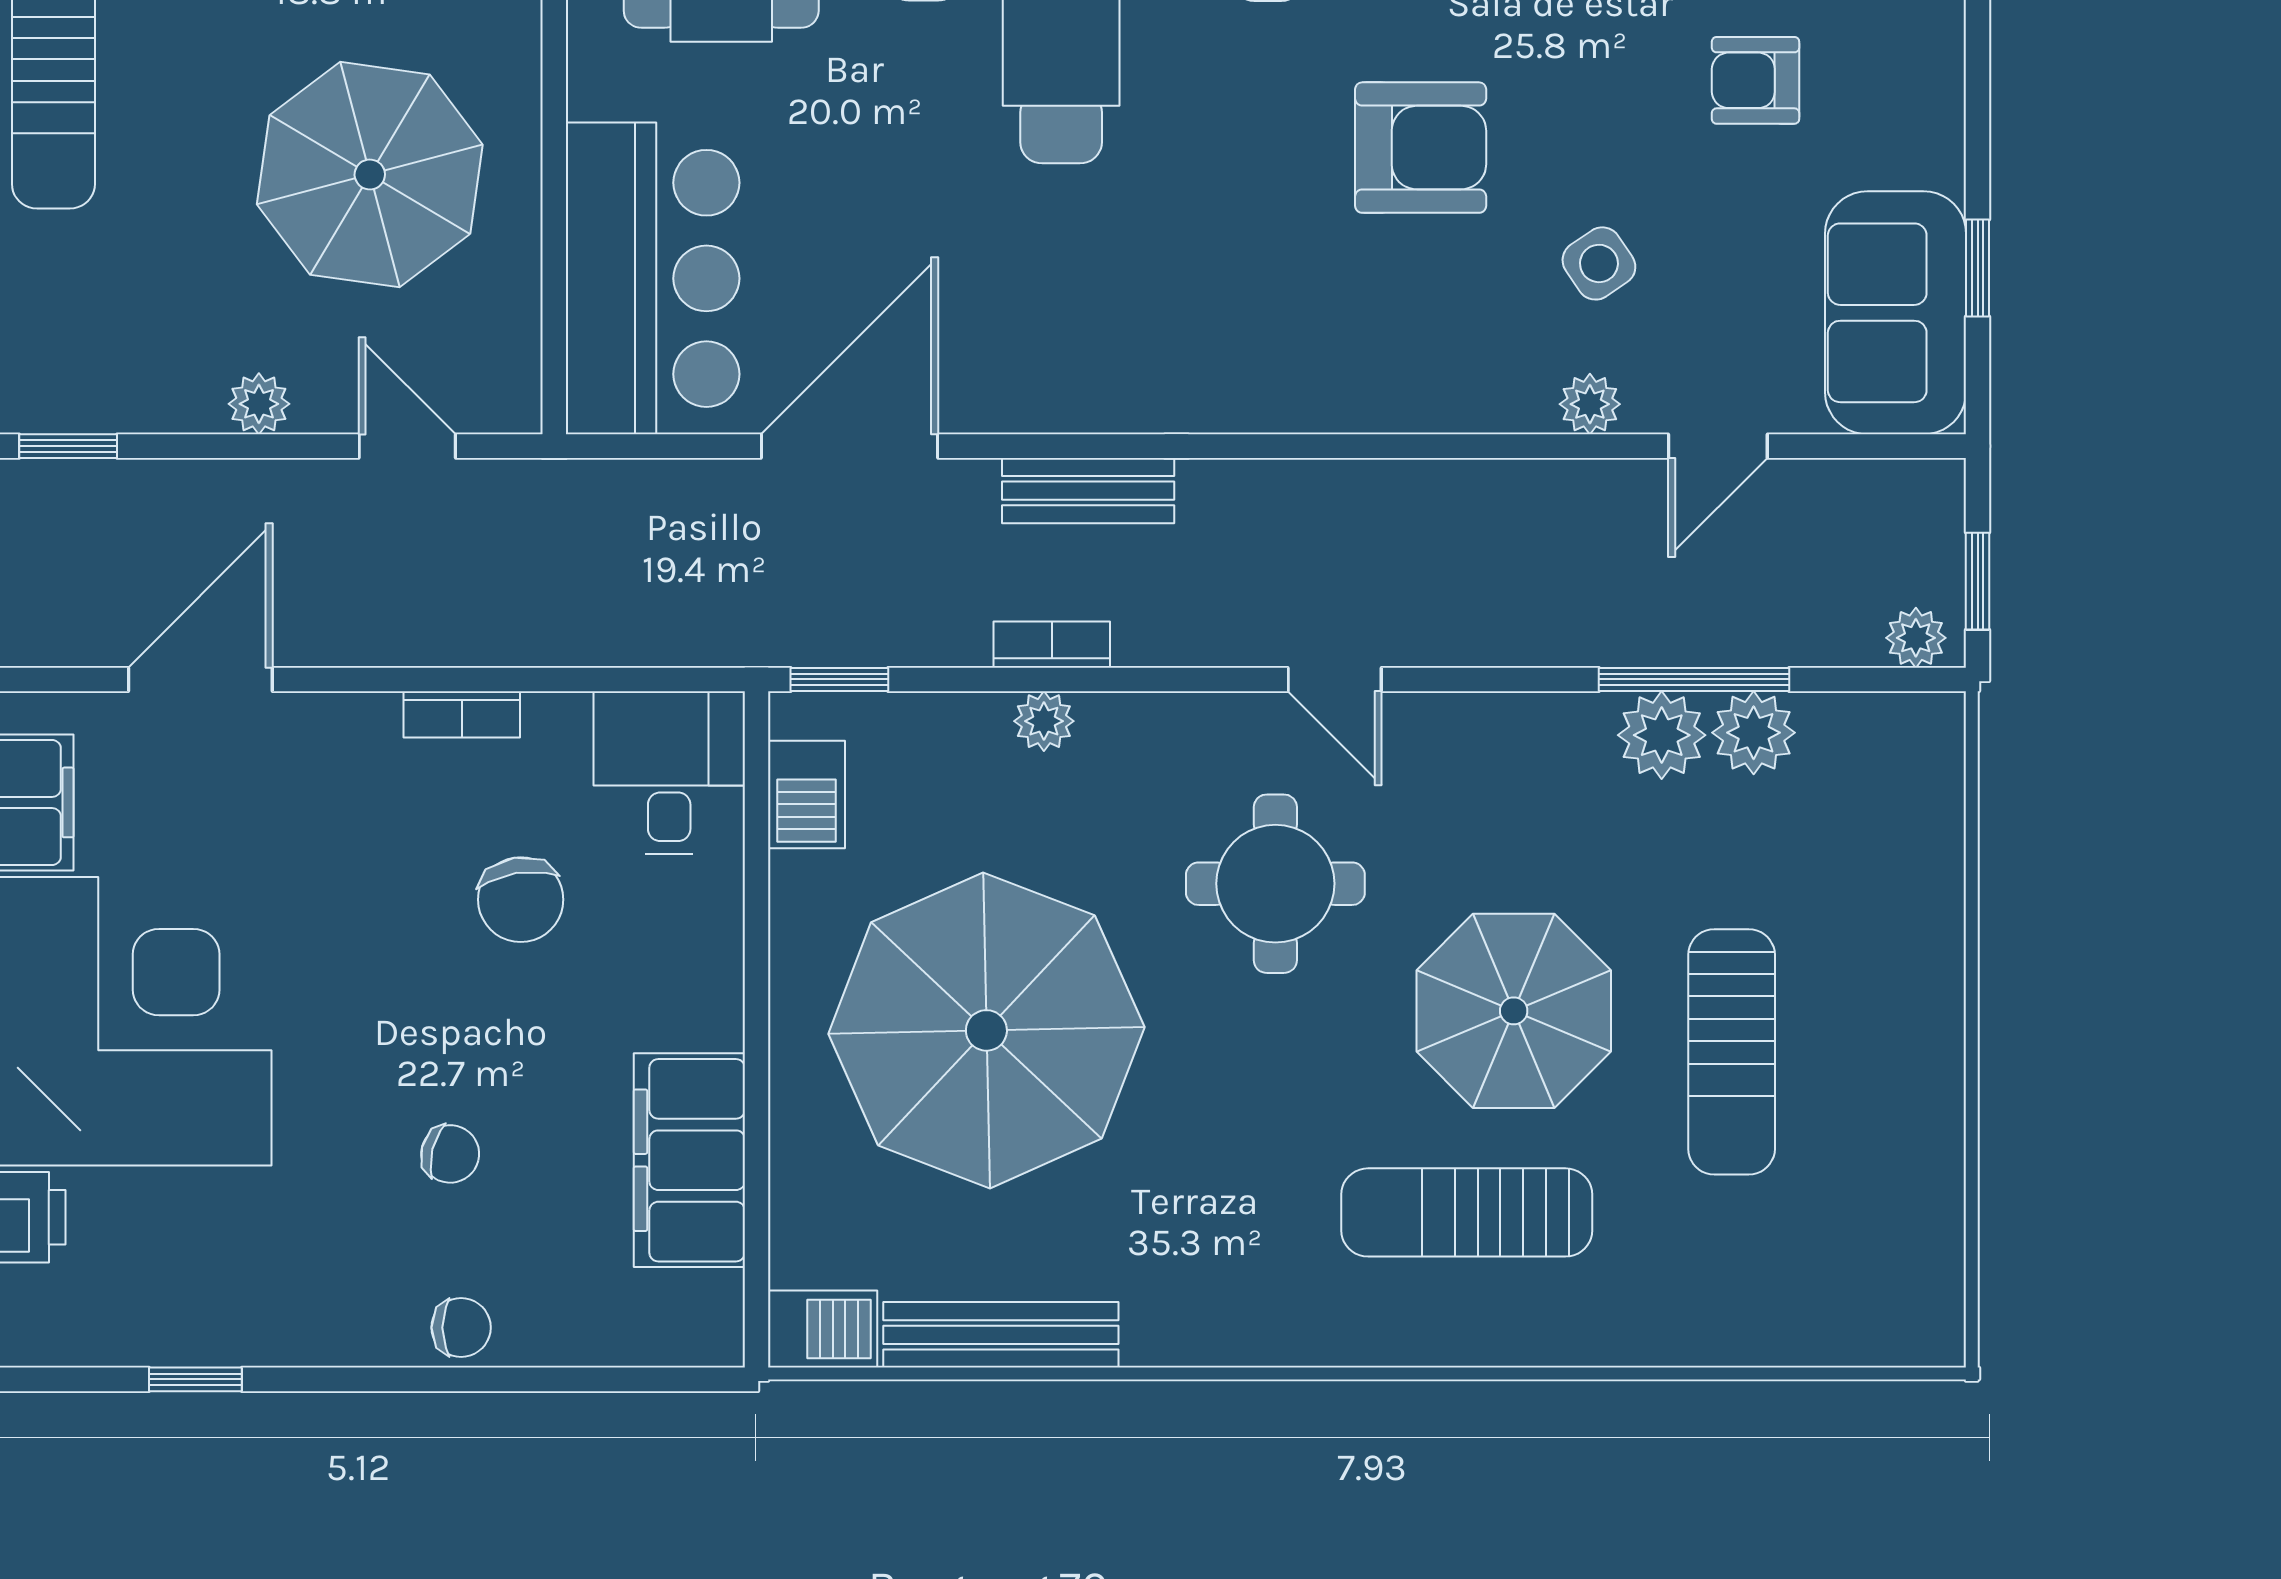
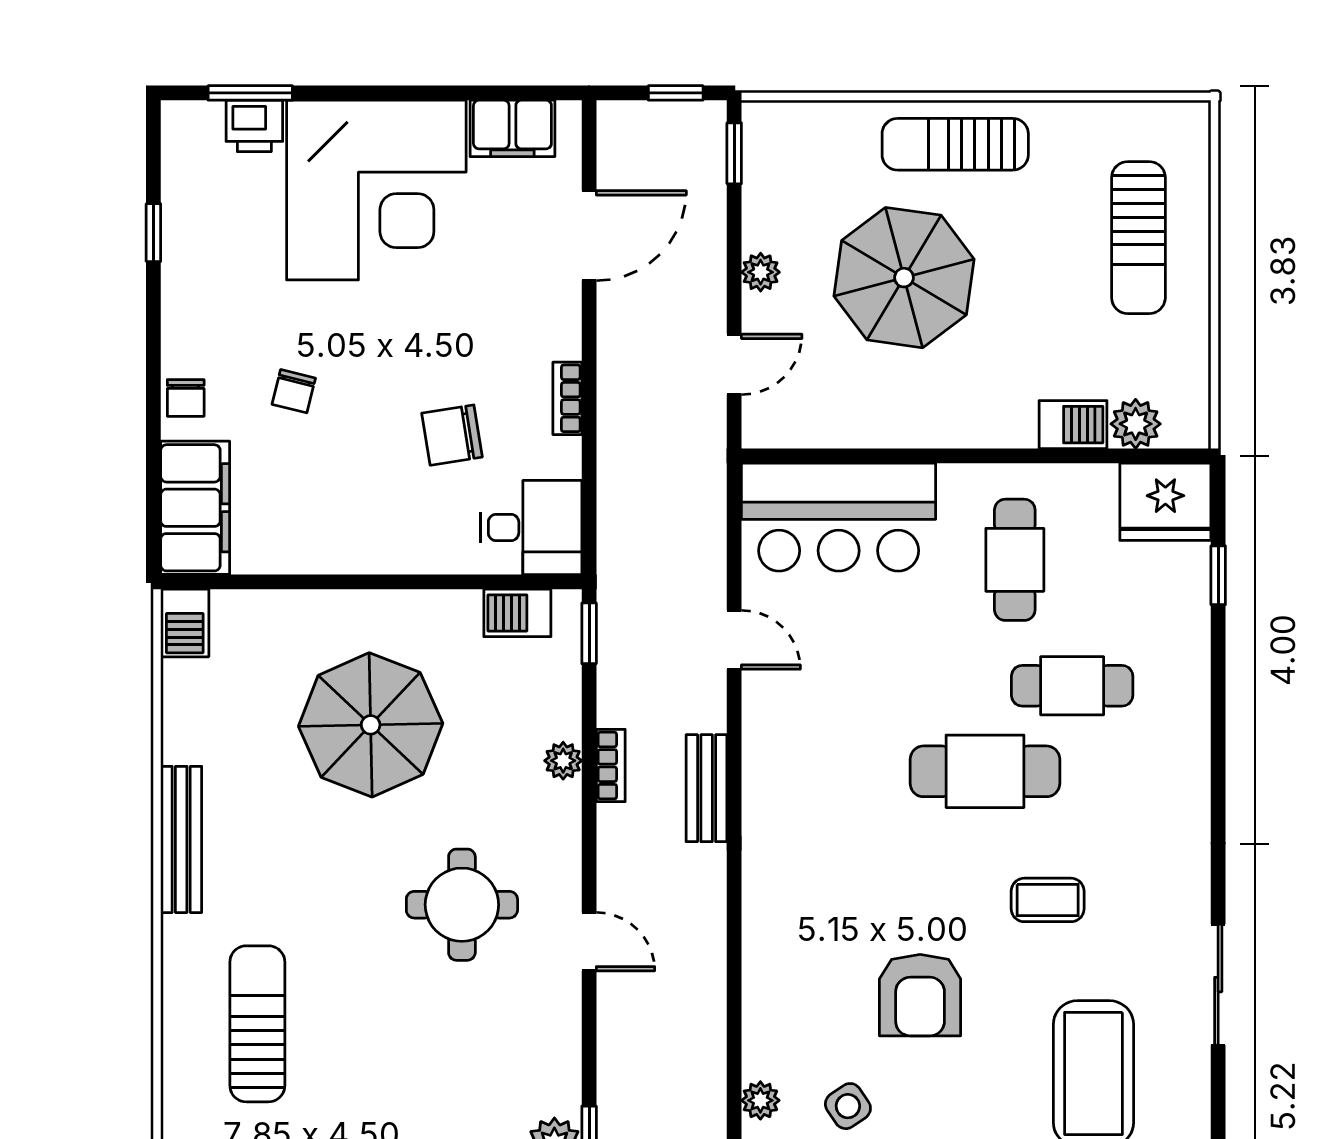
parasol: (370, 175) -> (904, 278), moved
door: (850, 446) -> (734, 640), width x0.53
door: (200, 679) -> (589, 236), hinge flipped
door: (1335, 679) -> (589, 942), swing flipped
parasol: (1514, 1011) -> (383, 1053), removed
parasol: (986, 1030) -> (371, 725), width x0.73, depth x0.73
filing cabinet: (689, 1160) -> (195, 508), moved, turned 90
bench: (1001, 1335) -> (181, 839), moved

